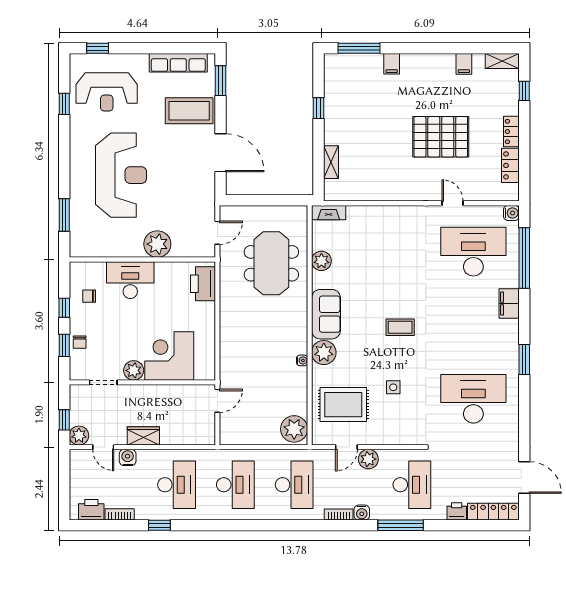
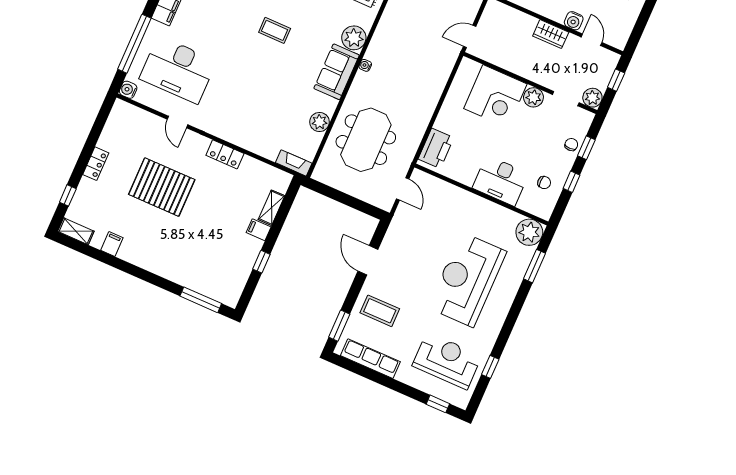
filing cabinet: (392, 64) -> (259, 230), moved, turned -90
coffee table: (189, 111) -> (380, 311), width x0.73, depth x0.76
door: (221, 153) -> (368, 260), width x0.73
locker: (510, 165) -> (225, 154), moved, turned 90
door: (217, 233) -> (403, 189), swing flipped
plant: (157, 244) -> (529, 232), moved
water cooler: (302, 360) -> (365, 65), moved
plant: (79, 436) -> (592, 98), moved

